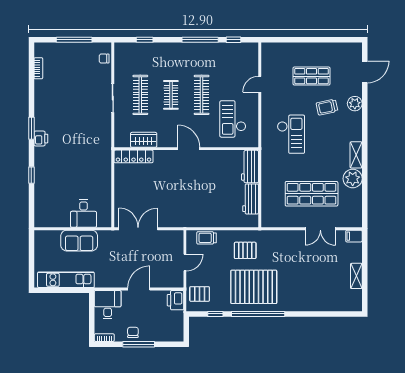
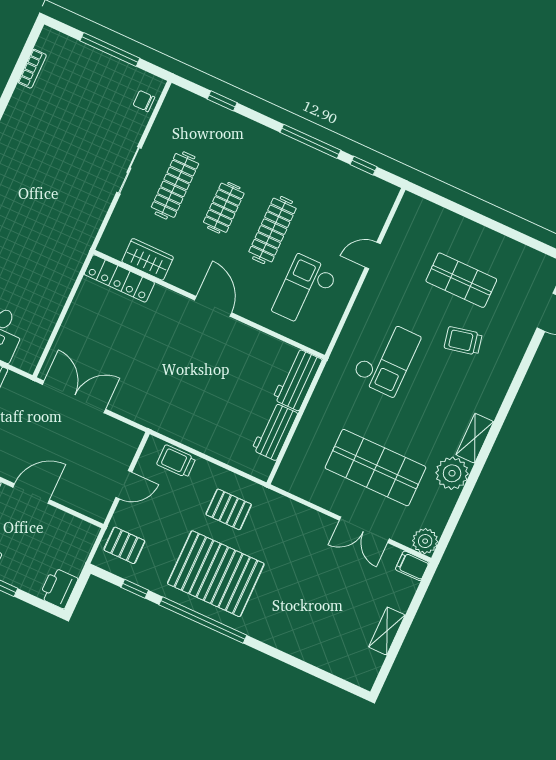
plant: (355, 104) -> (425, 541), moved
printer: (176, 300) -> (58, 588), moved

